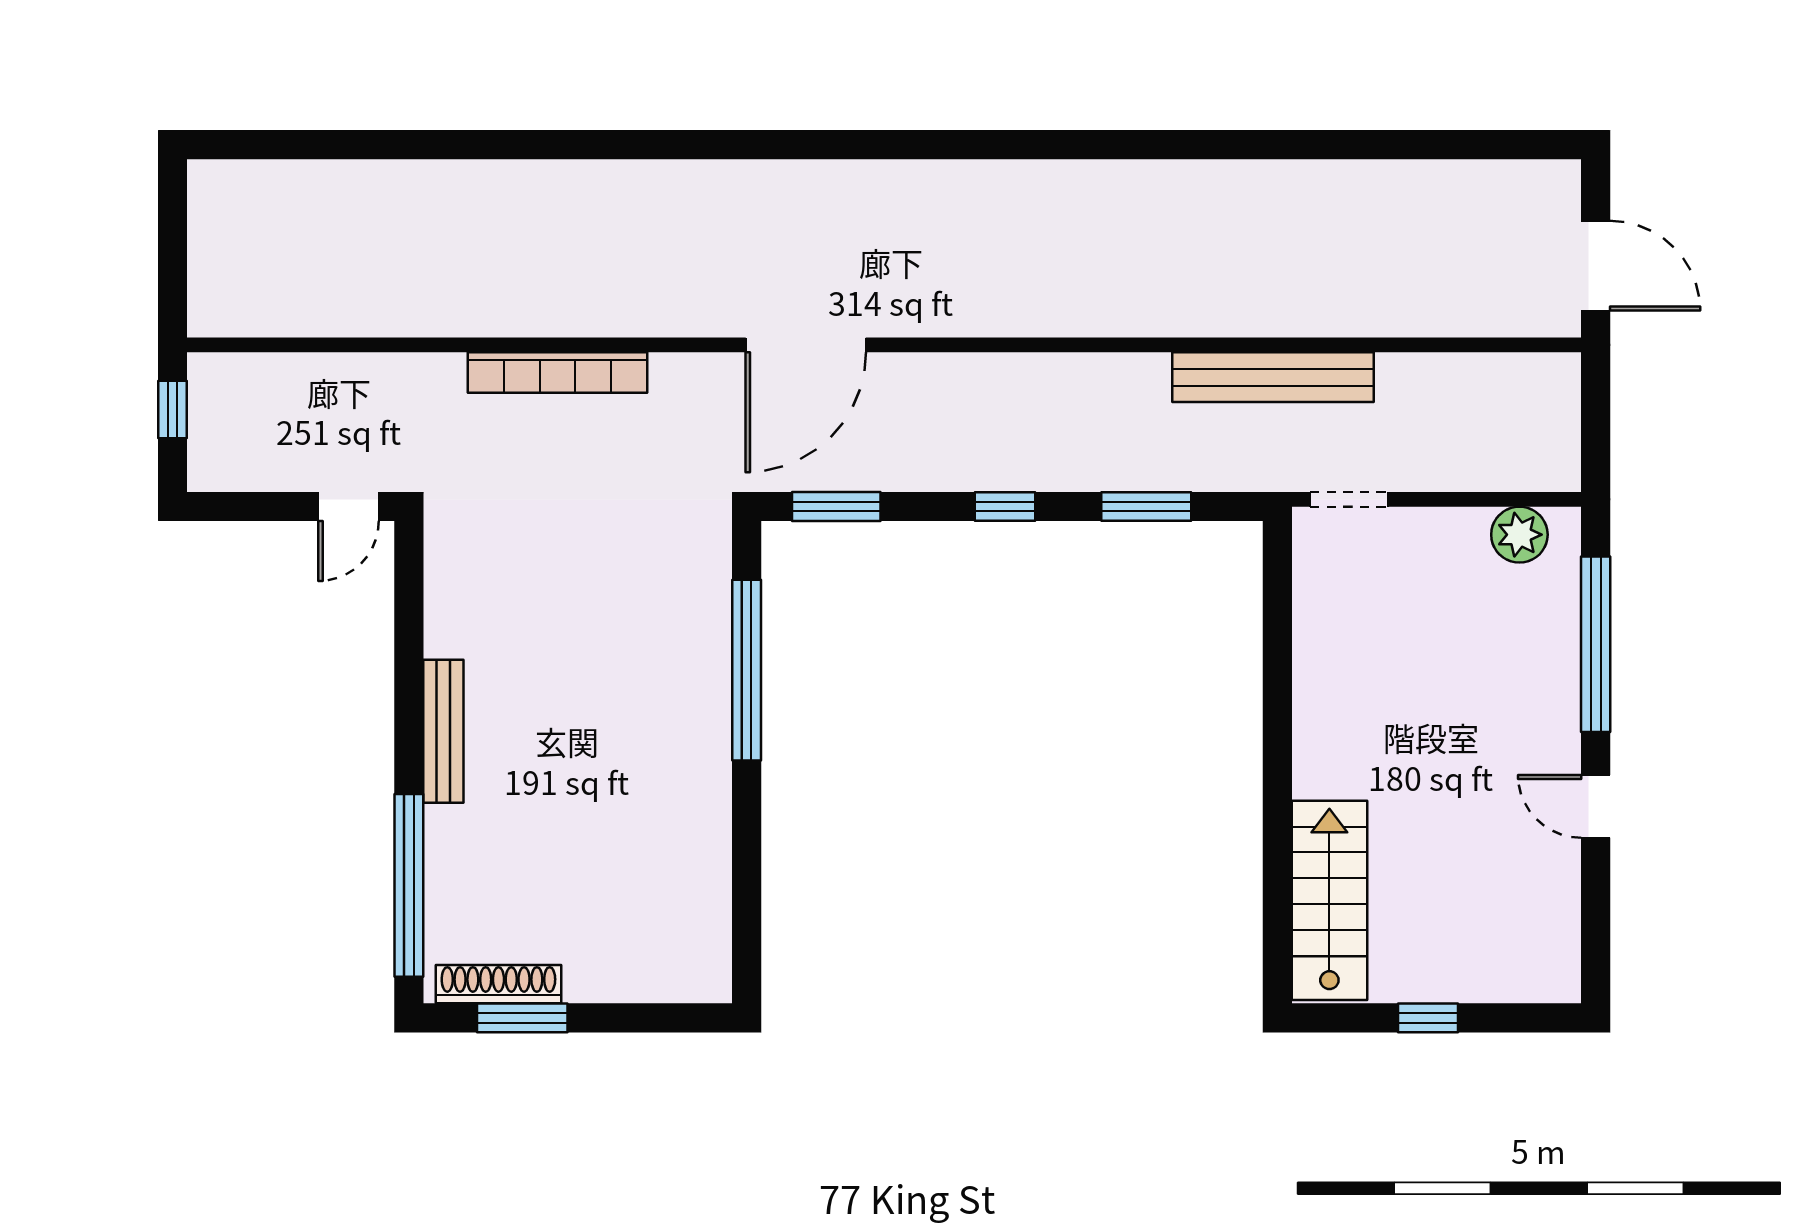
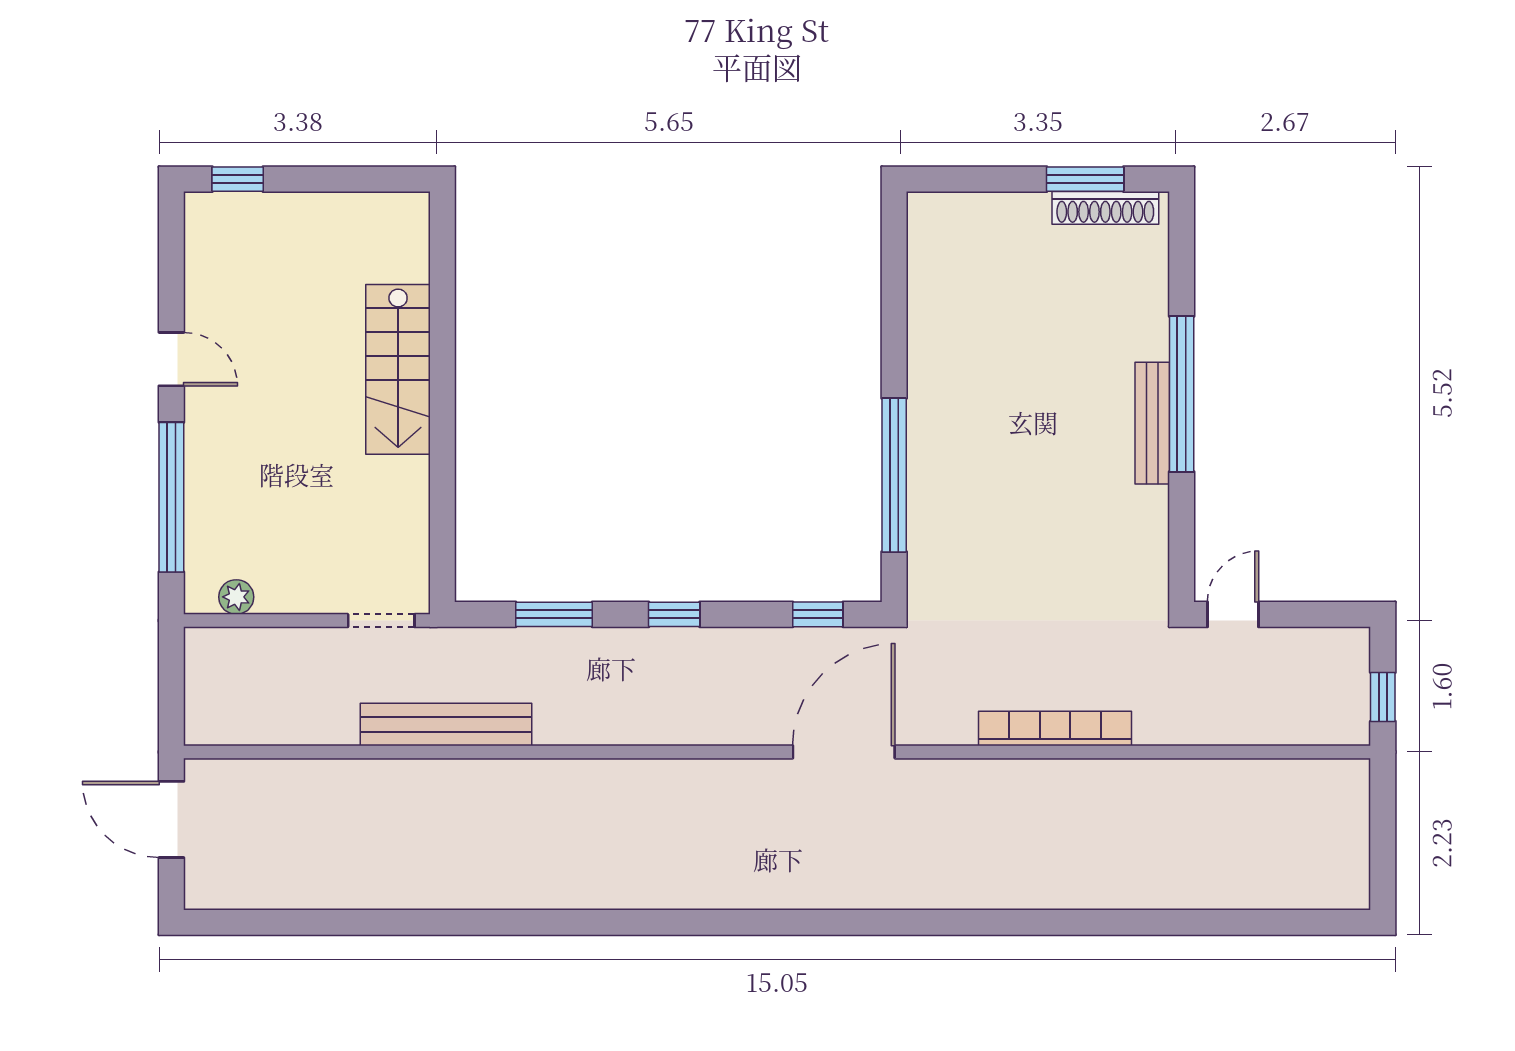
window: (836, 507) -> (818, 614), width x0.67
plant: (1519, 535) -> (236, 597), width x0.73, depth x0.73
window: (409, 885) -> (1182, 394), moved
stairs: (1329, 900) -> (398, 369), moved
window: (1428, 1018) -> (238, 179), moved

